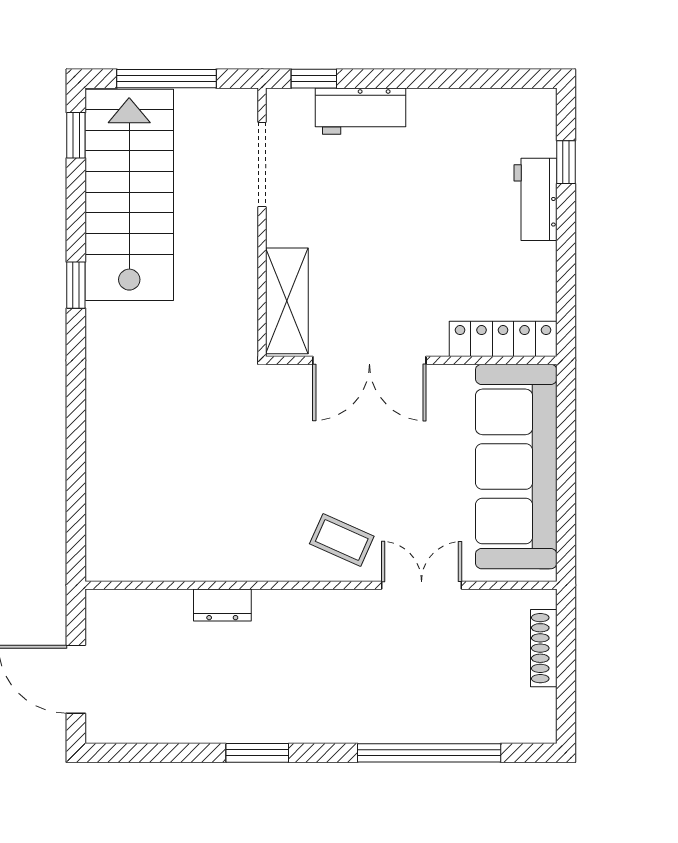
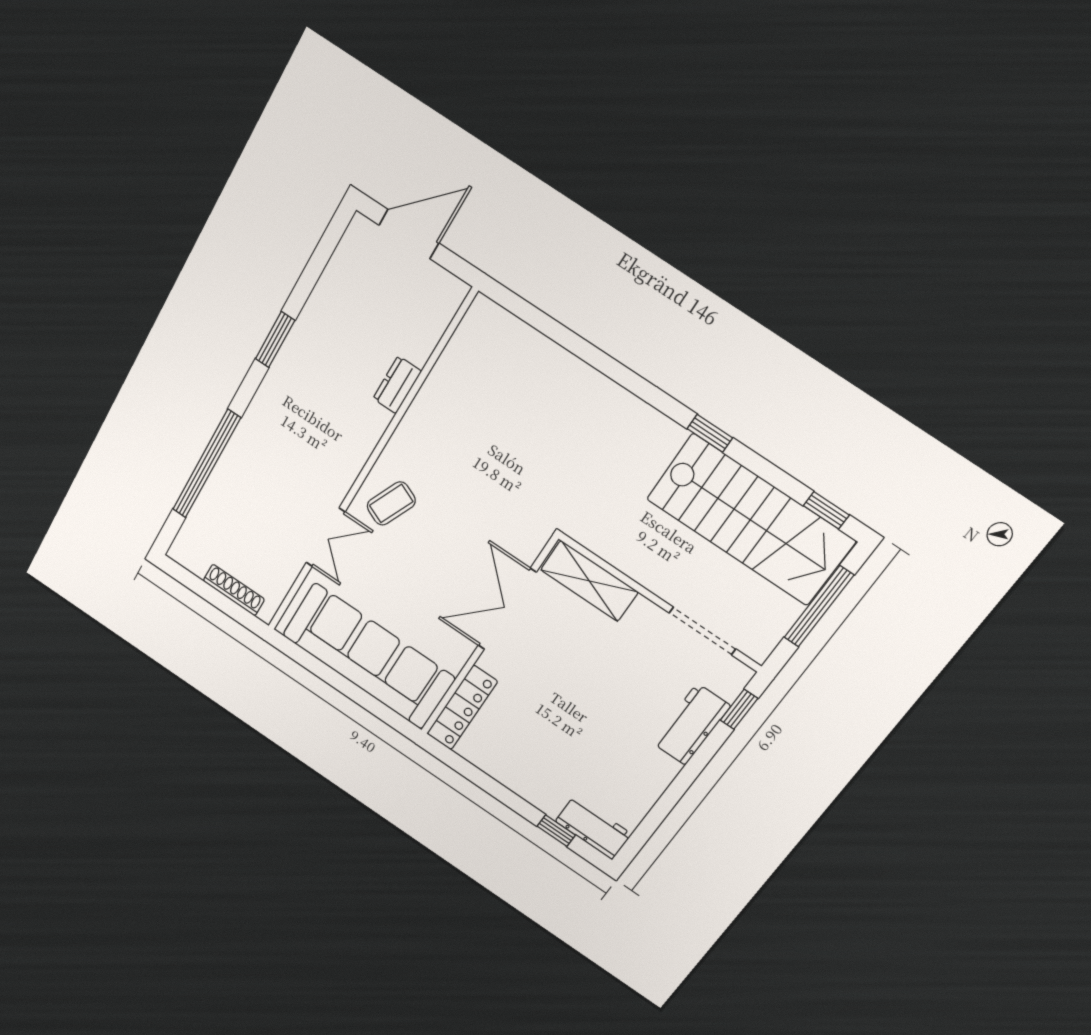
workbench: (535, 199) -> (593, 828), moved

